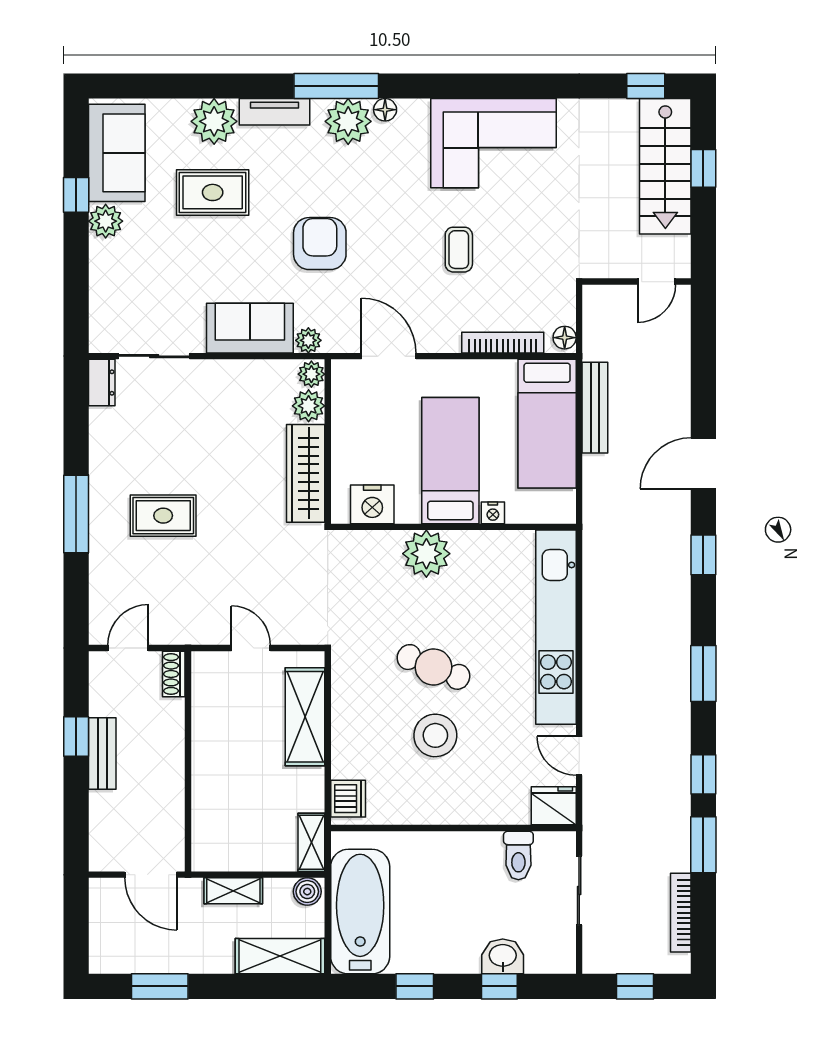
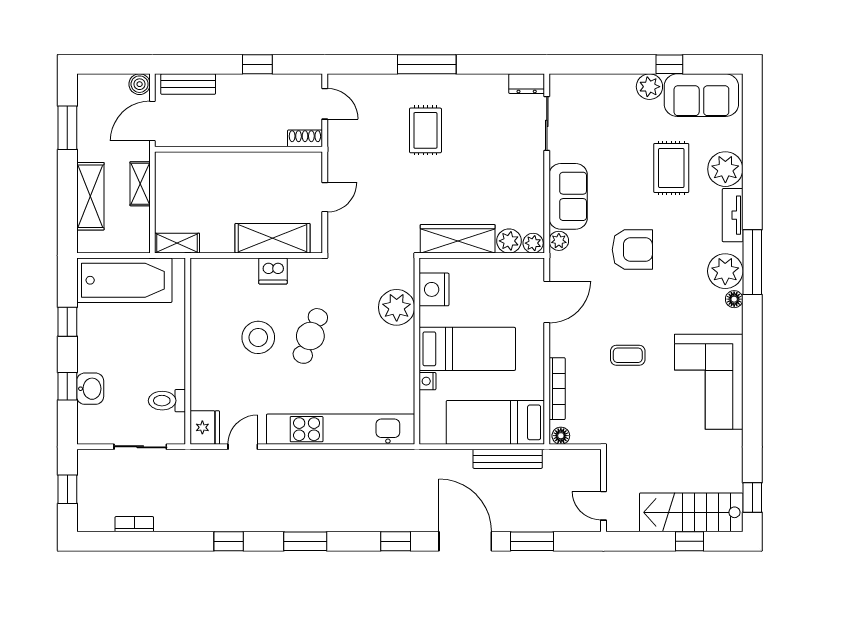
door: (703, 463) -> (465, 541), width x1.36
plant: (426, 554) -> (397, 307), moved
bench: (102, 754) -> (188, 84), moved
dishwasher: (348, 799) -> (273, 271), moved
window: (703, 845) -> (532, 541), moved
boiler: (307, 892) -> (140, 84), moved
bookcase: (681, 913) -> (134, 524), width x0.64
shelving: (280, 956) -> (90, 196), moved

